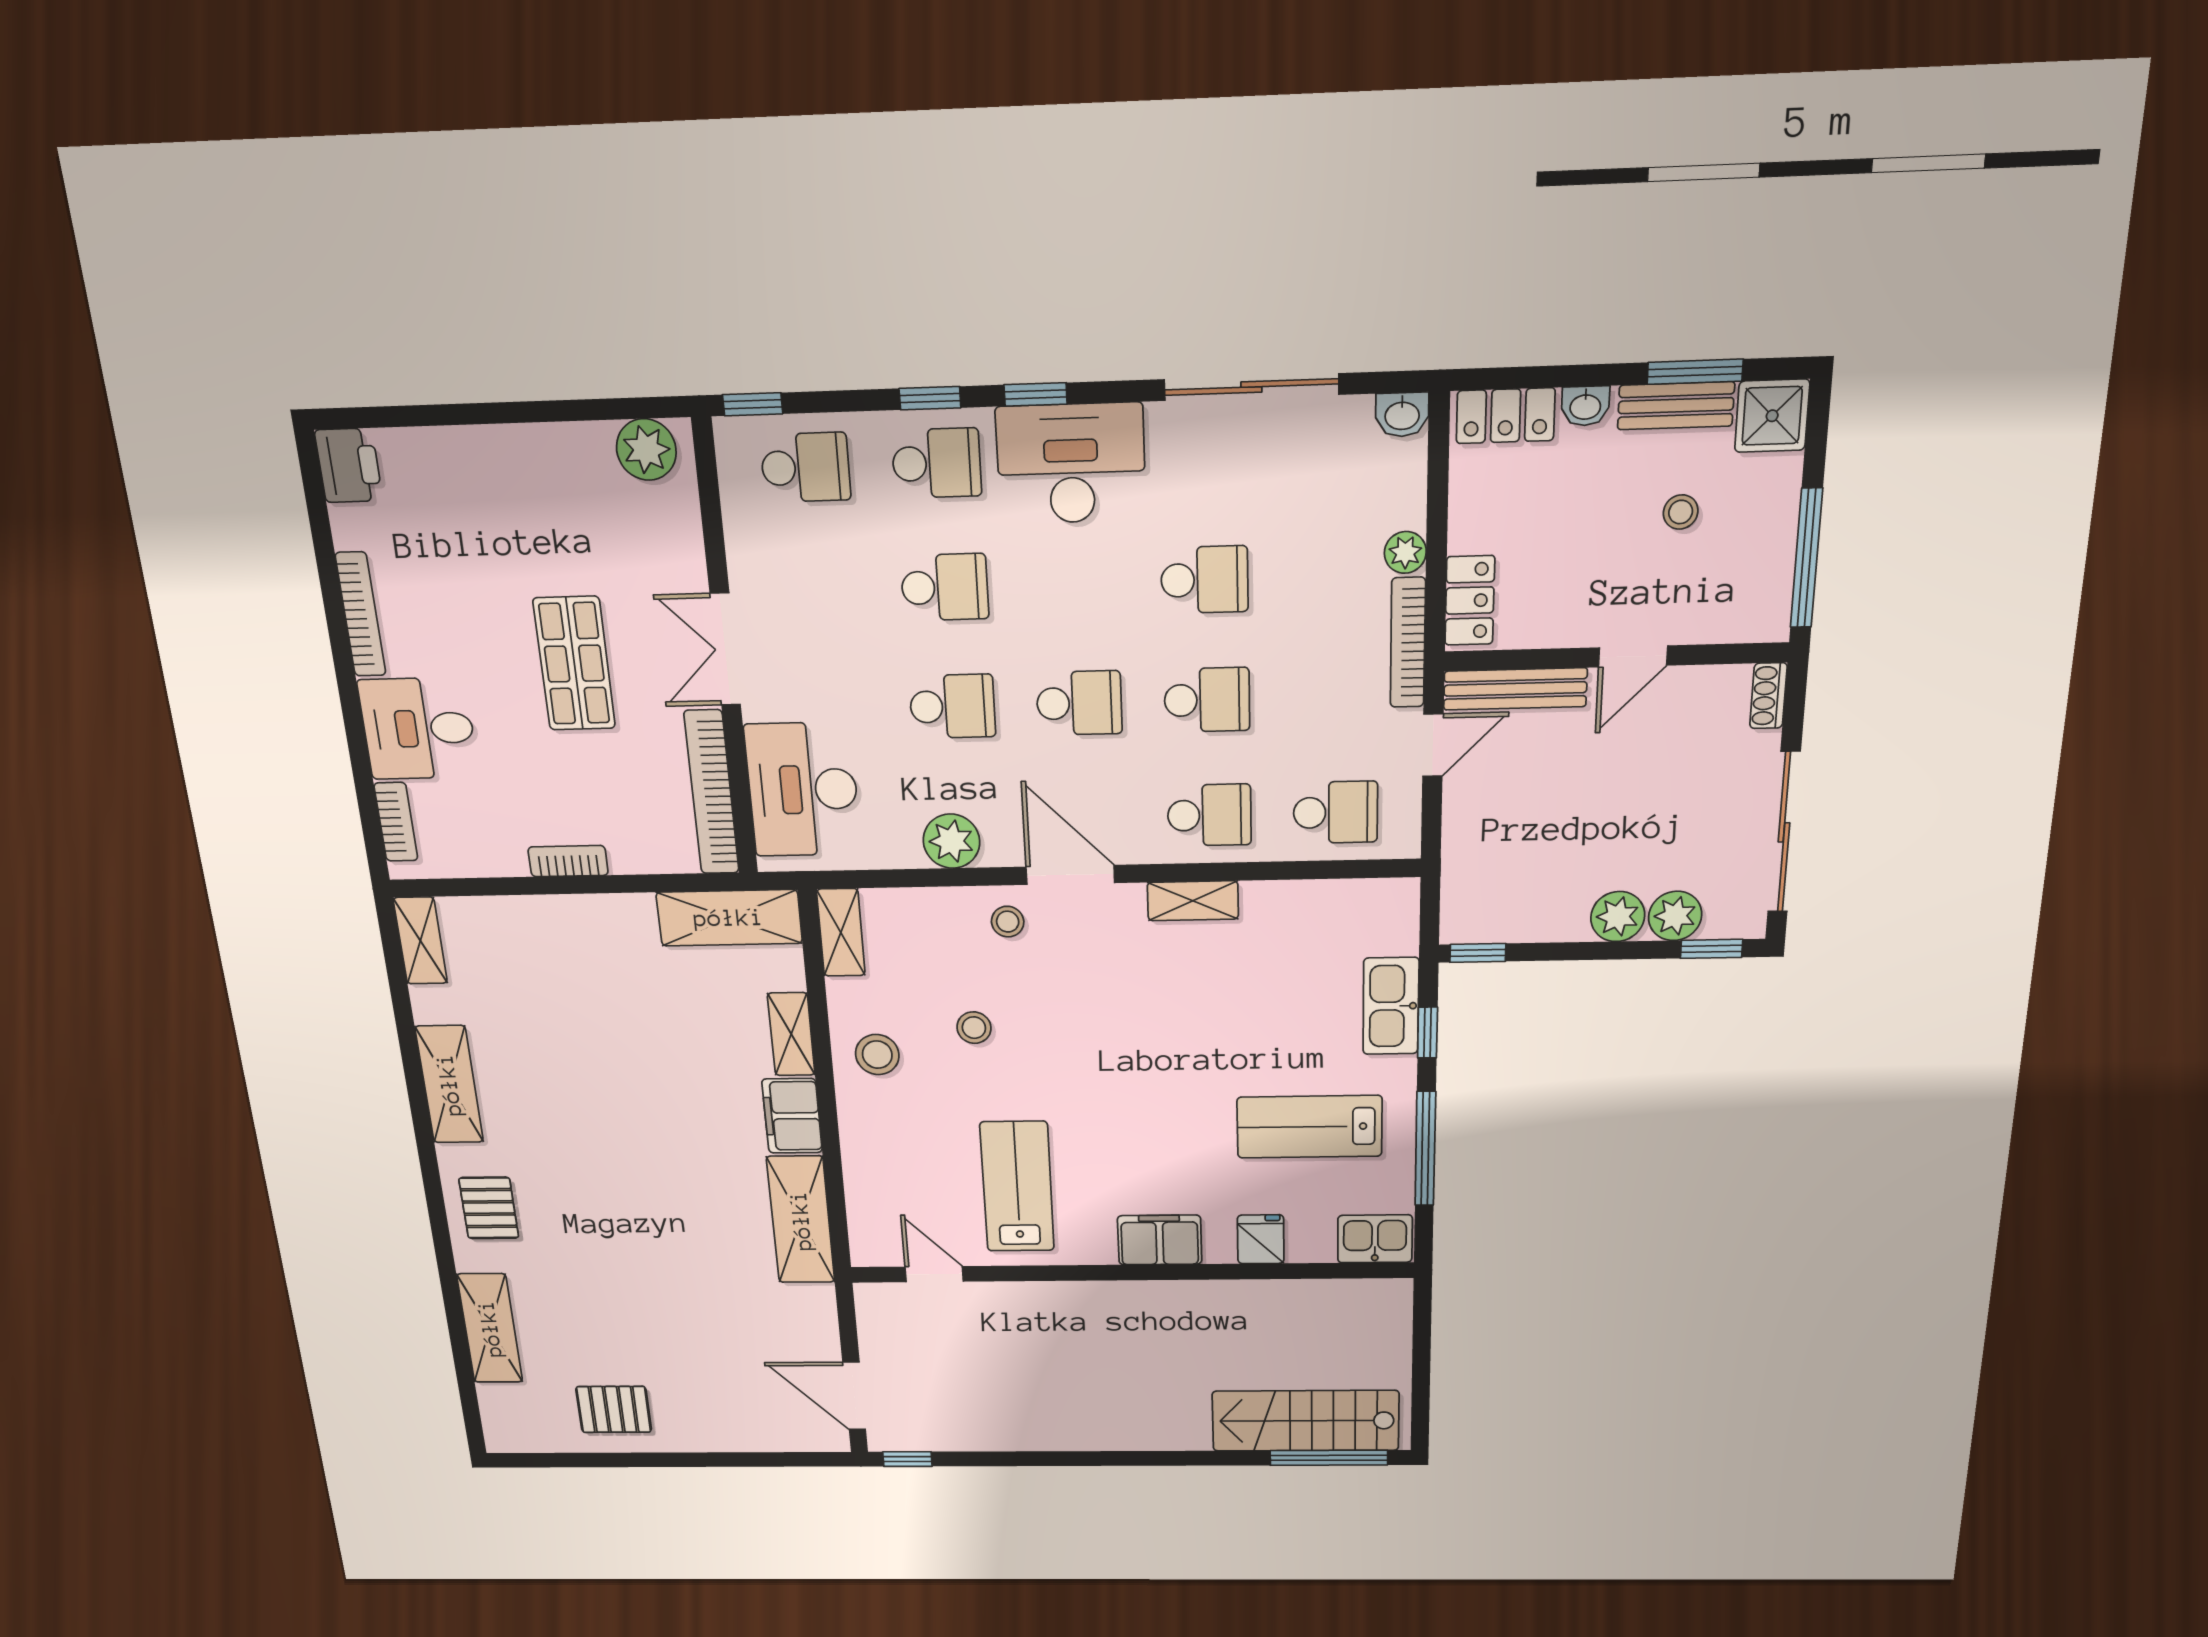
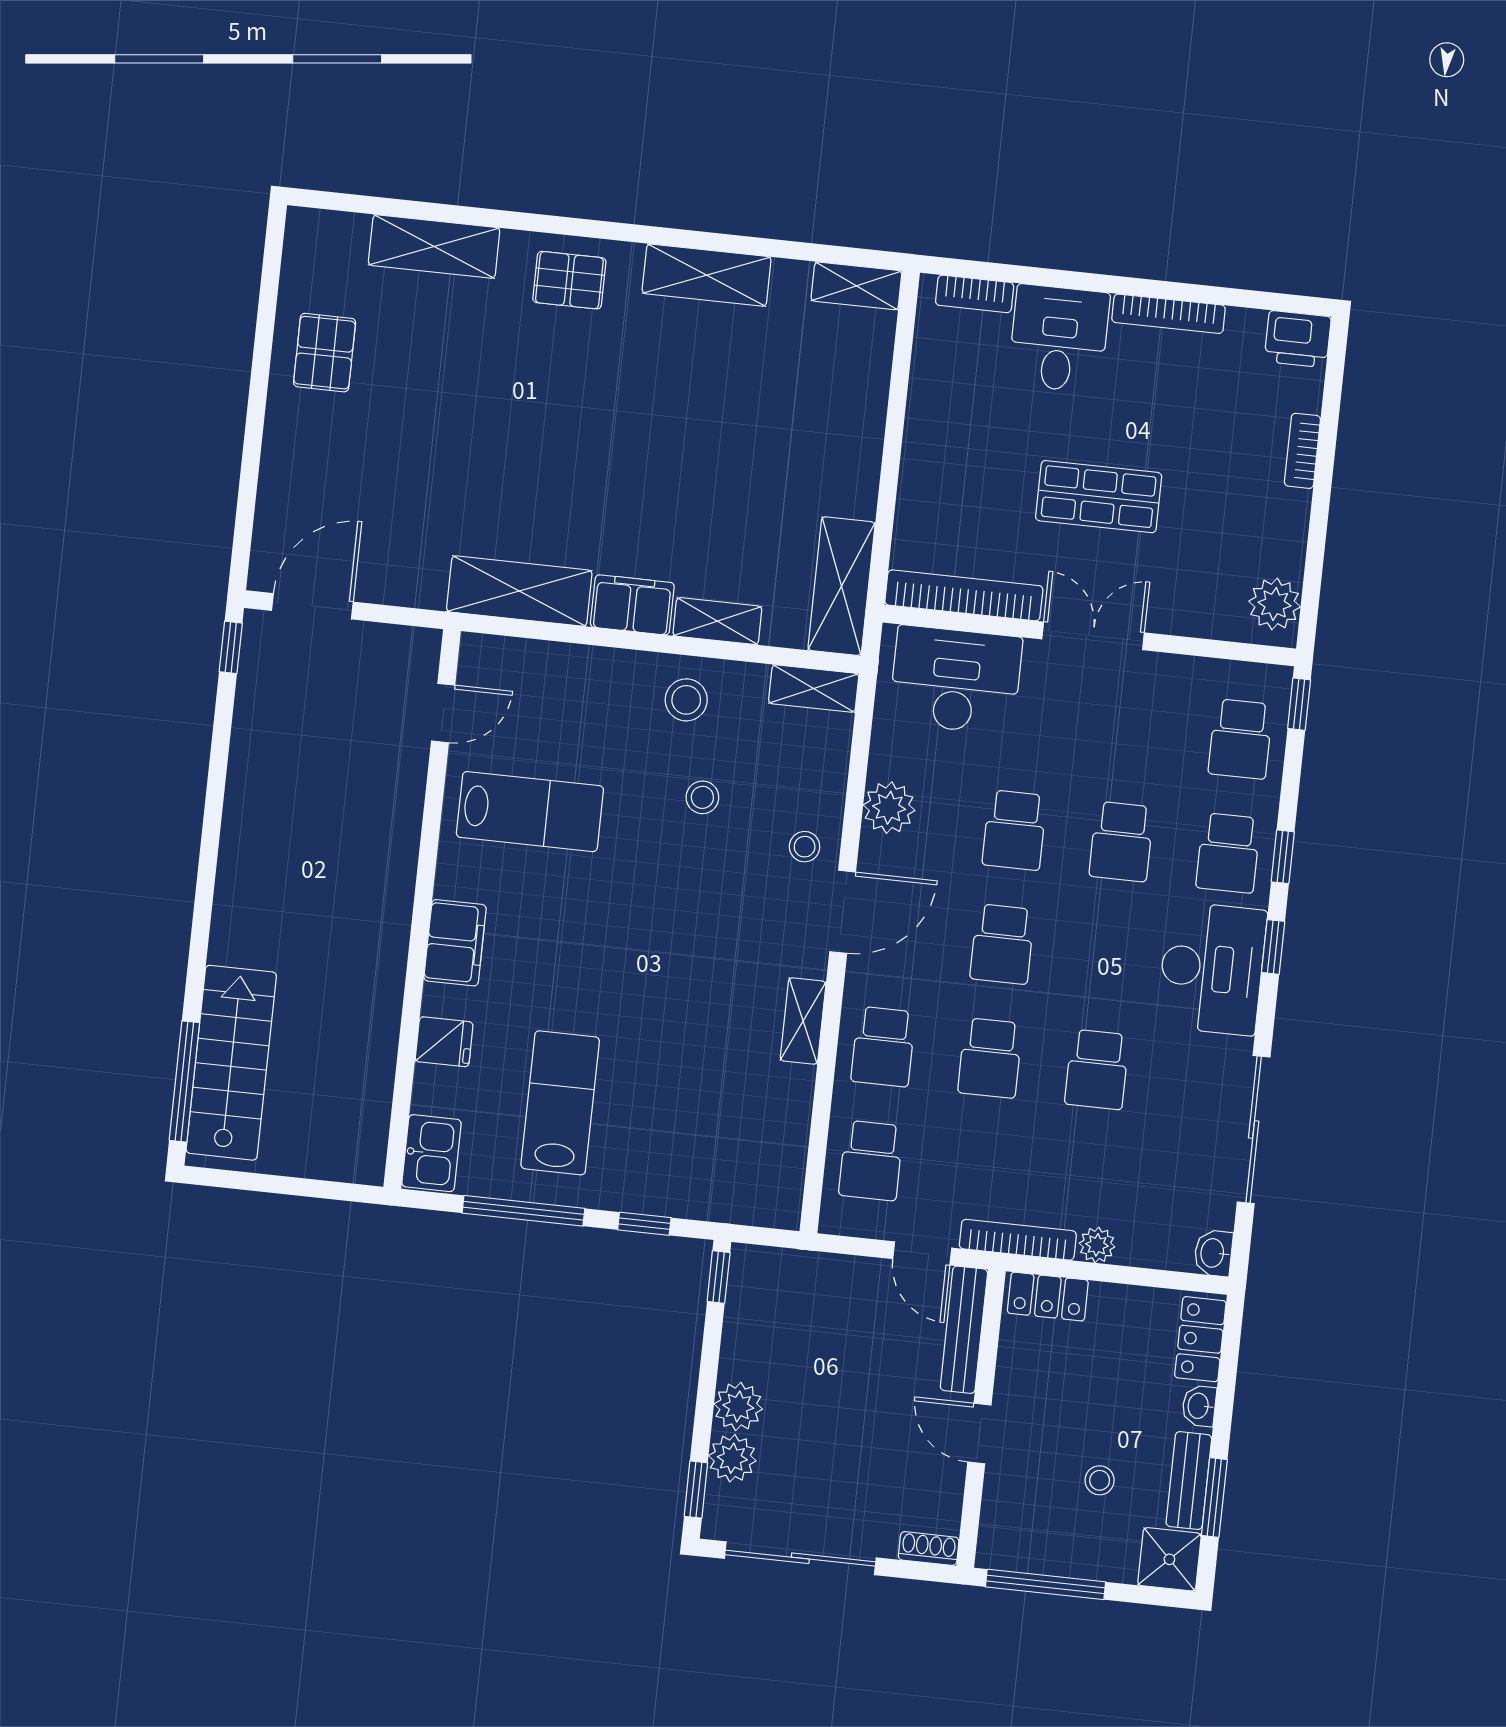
bookcase: (568, 861) -> (1302, 451), moved, turned 180
kitchen sink: (1391, 1006) -> (675, 1192), removed

